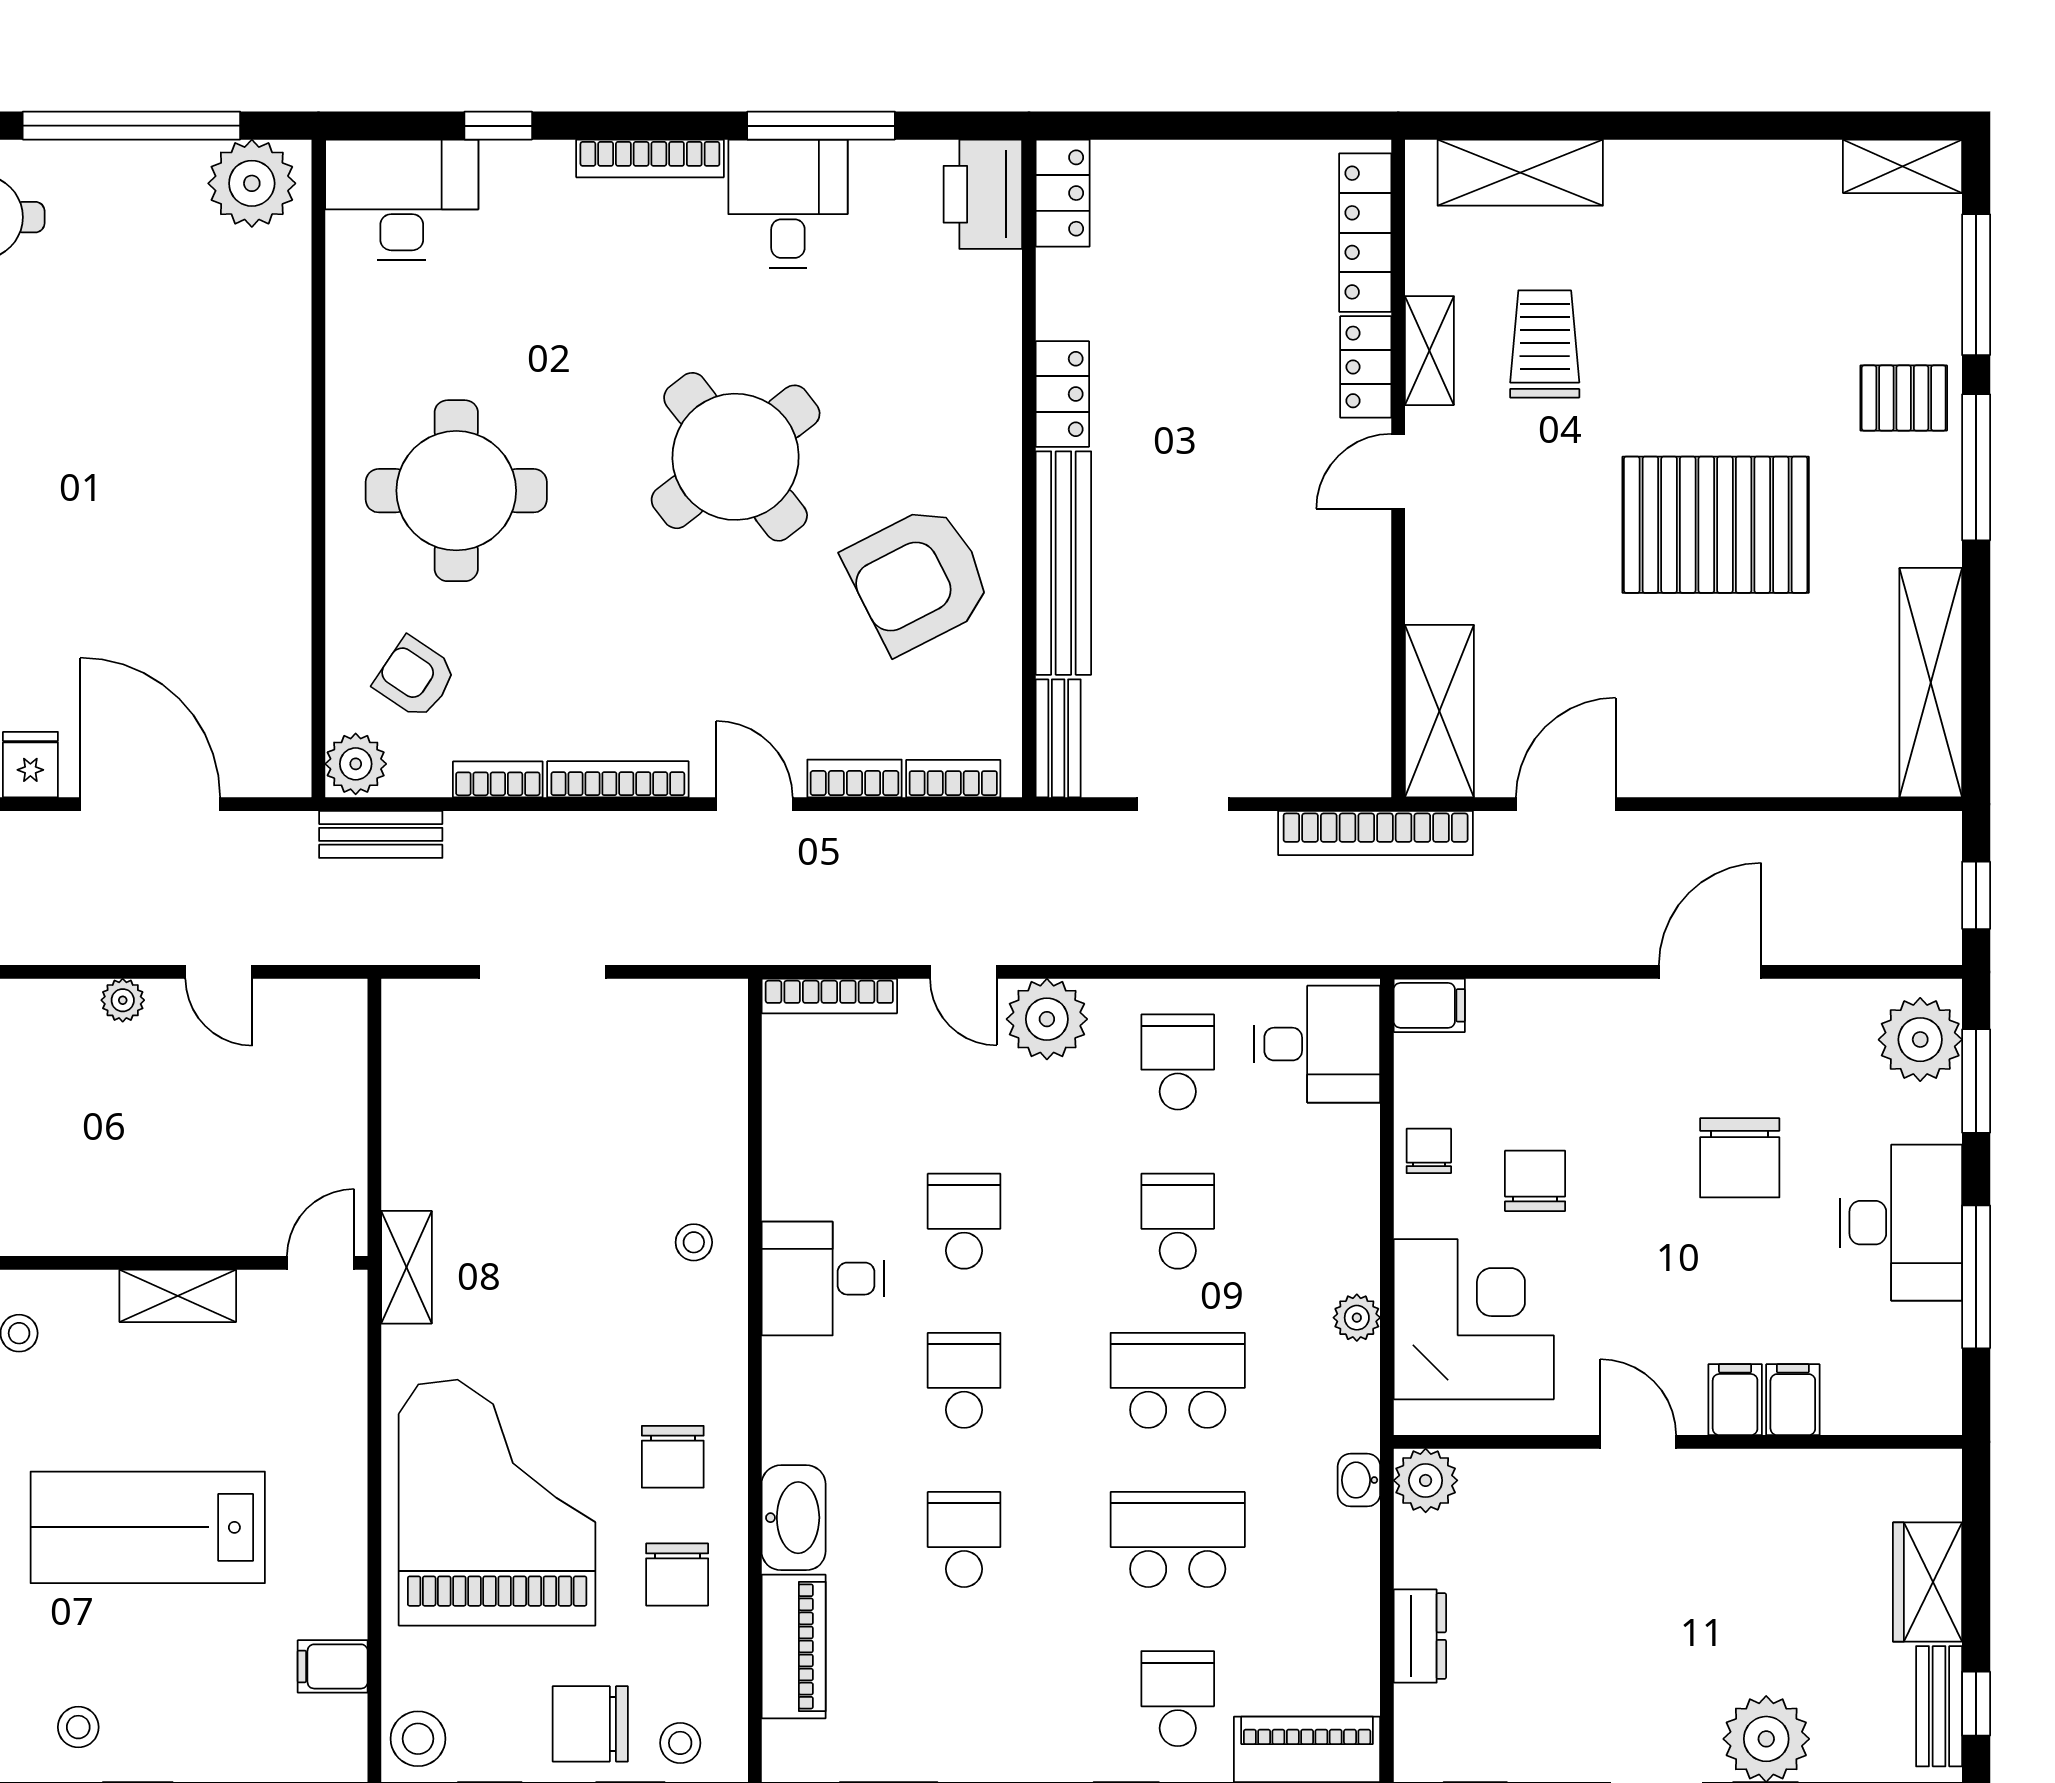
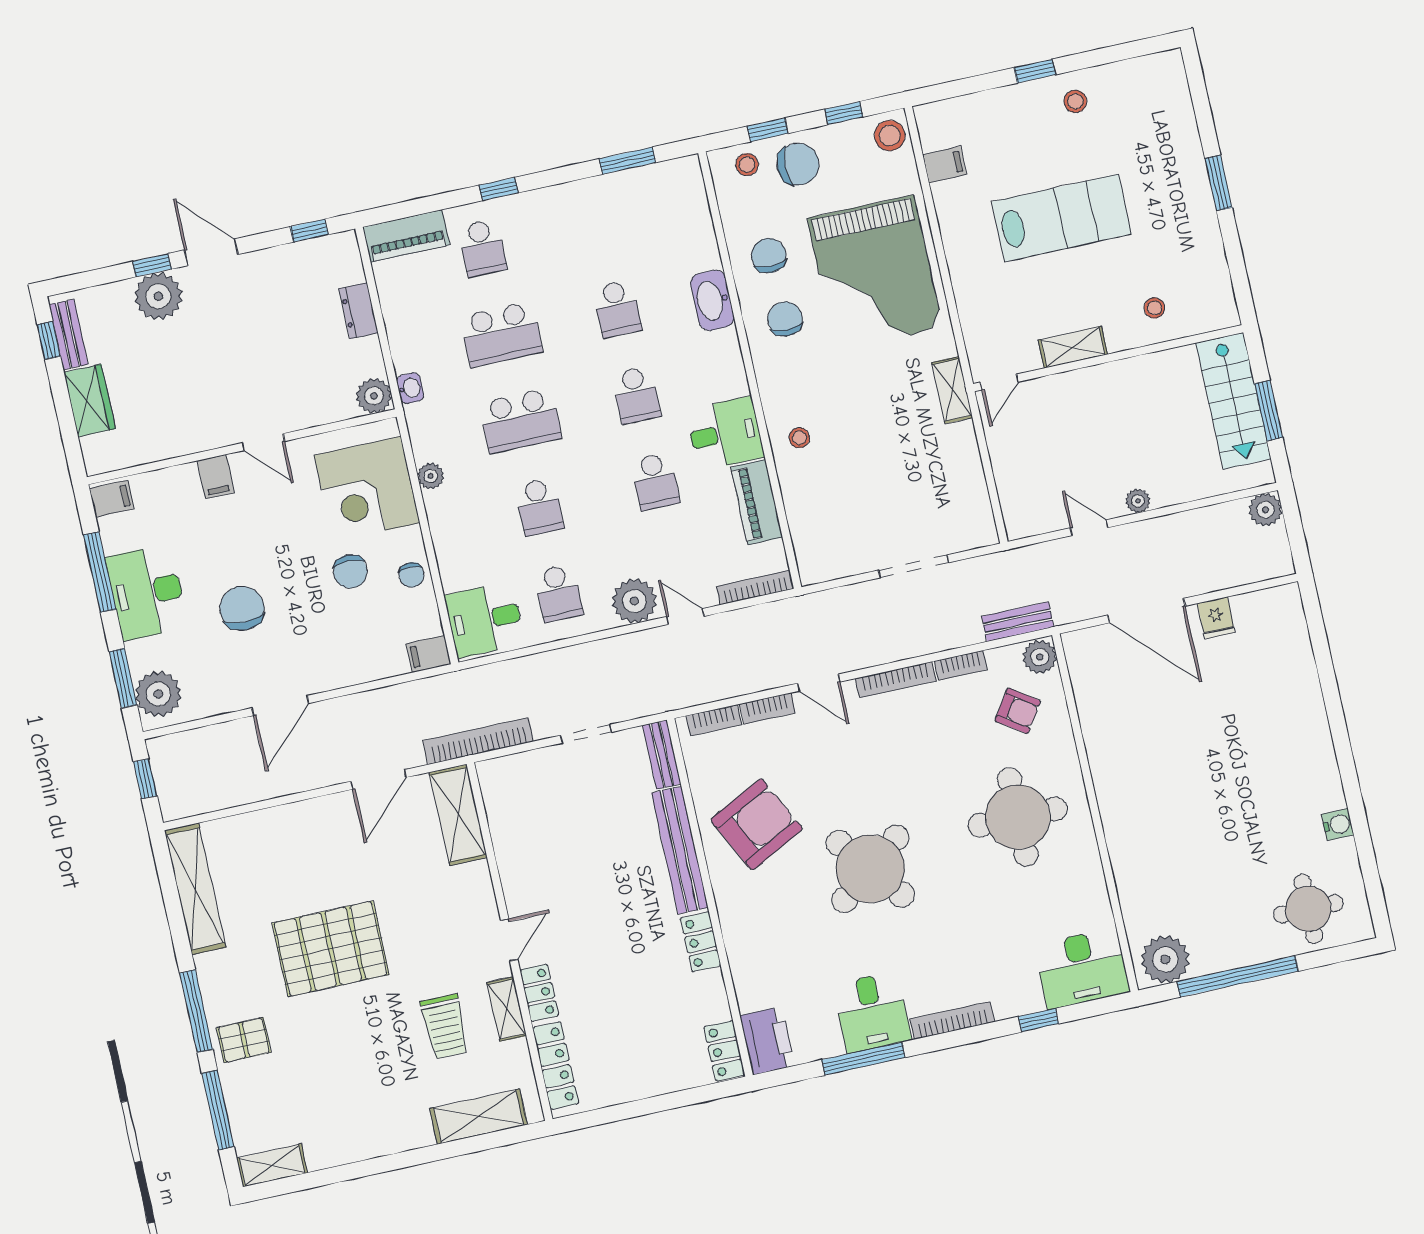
filing cabinet: (1793, 1400) -> (112, 499), moved, turned -90
piano: (794, 1646) -> (757, 502), moved

